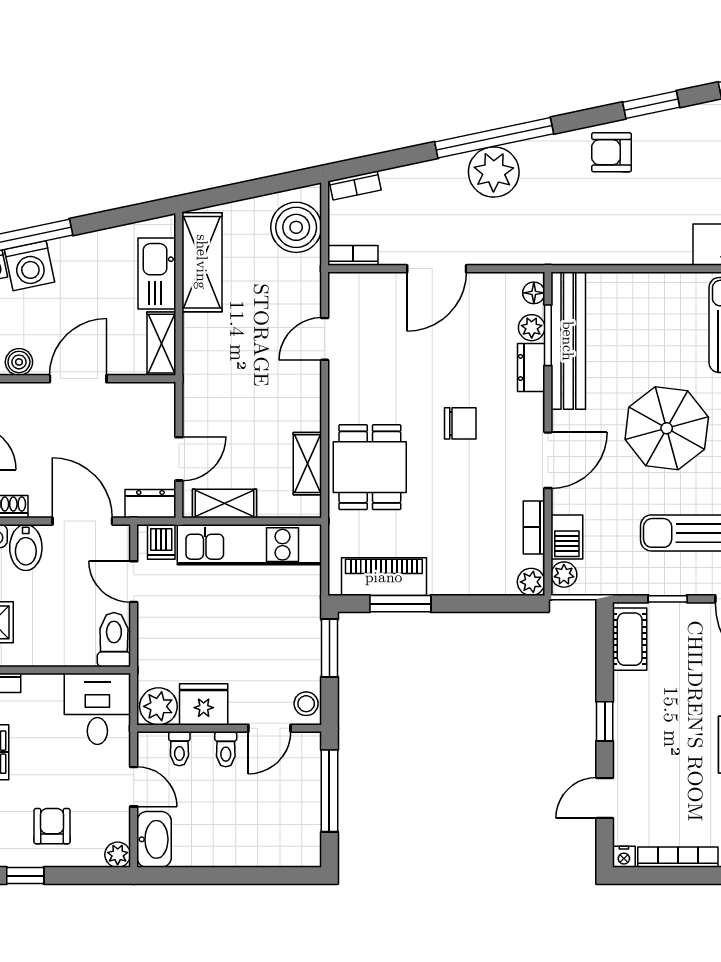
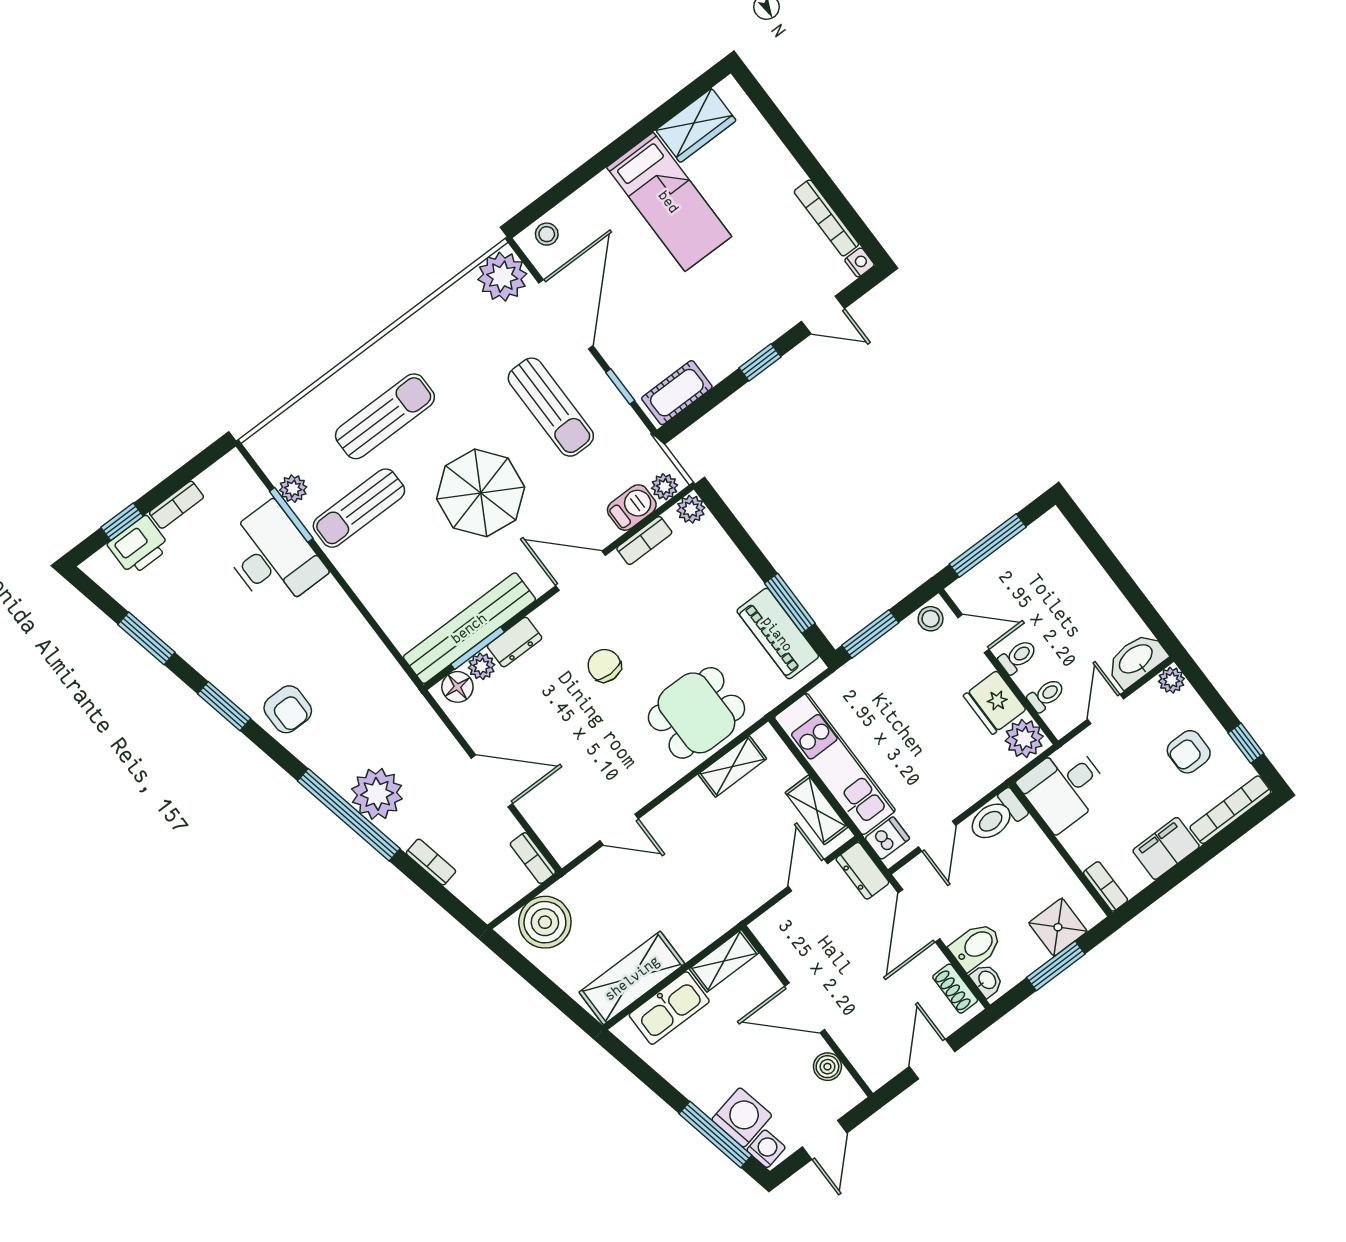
bookcase: (355, 186) -> (431, 862), moved
floor lamp: (534, 293) -> (457, 687), width x1.37, depth x1.37
door: (179, 459) -> (808, 875), hinge flipped

